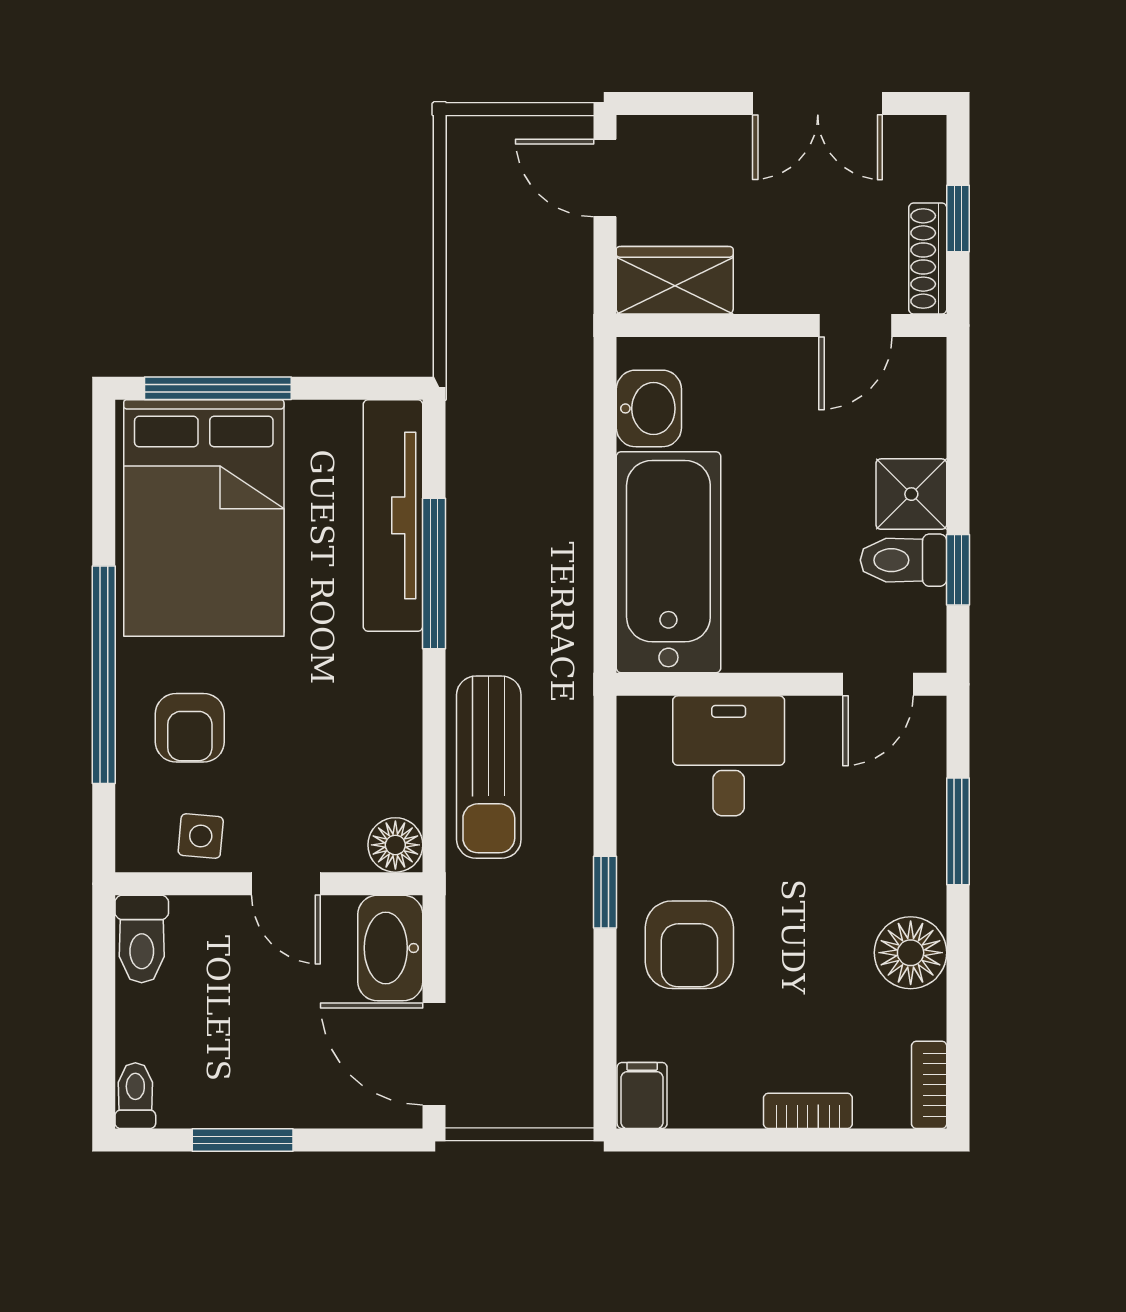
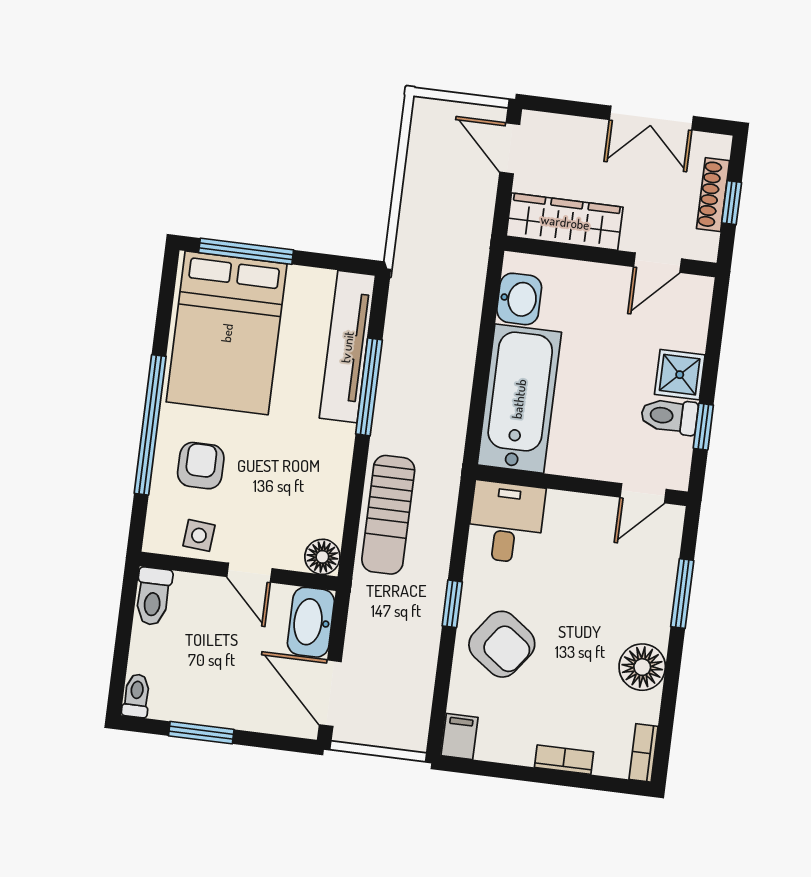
shoe rack: (928, 258) -> (713, 195), moved
wardrobe: (675, 280) -> (565, 222), width x1.50
armchair: (190, 728) -> (201, 466), turned 180
desk: (729, 756) -> (506, 522), moved
armchair: (689, 945) -> (502, 644), turned -54

